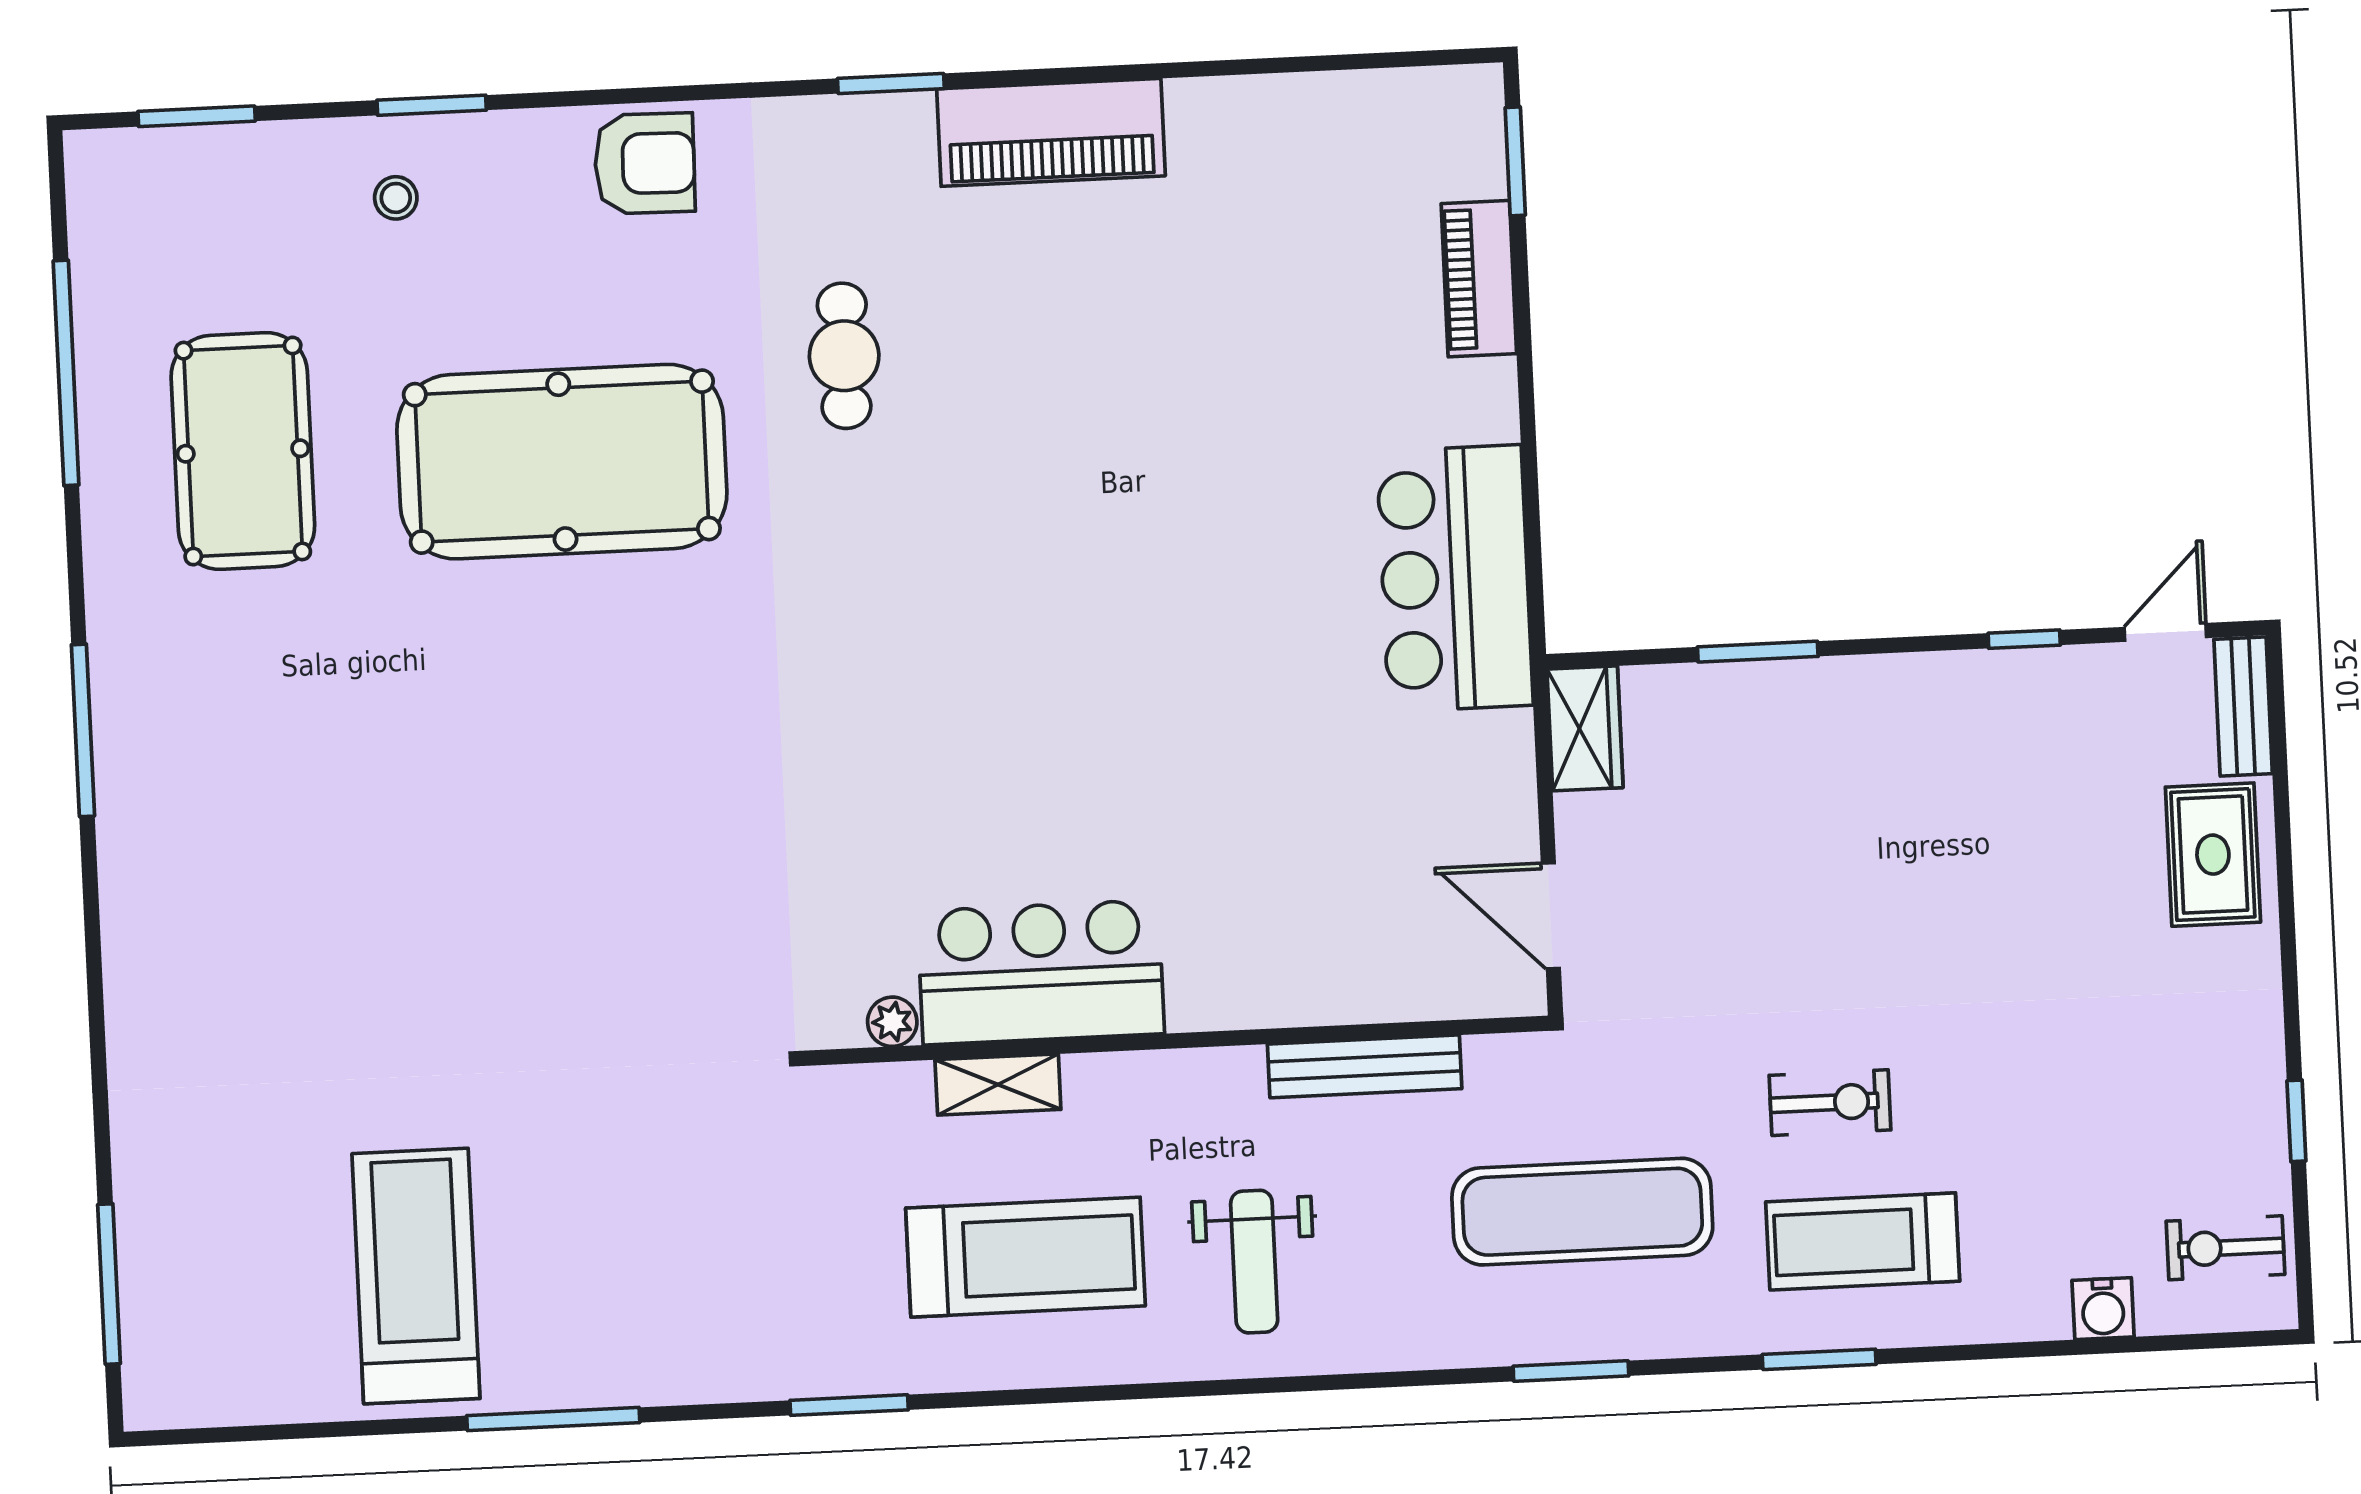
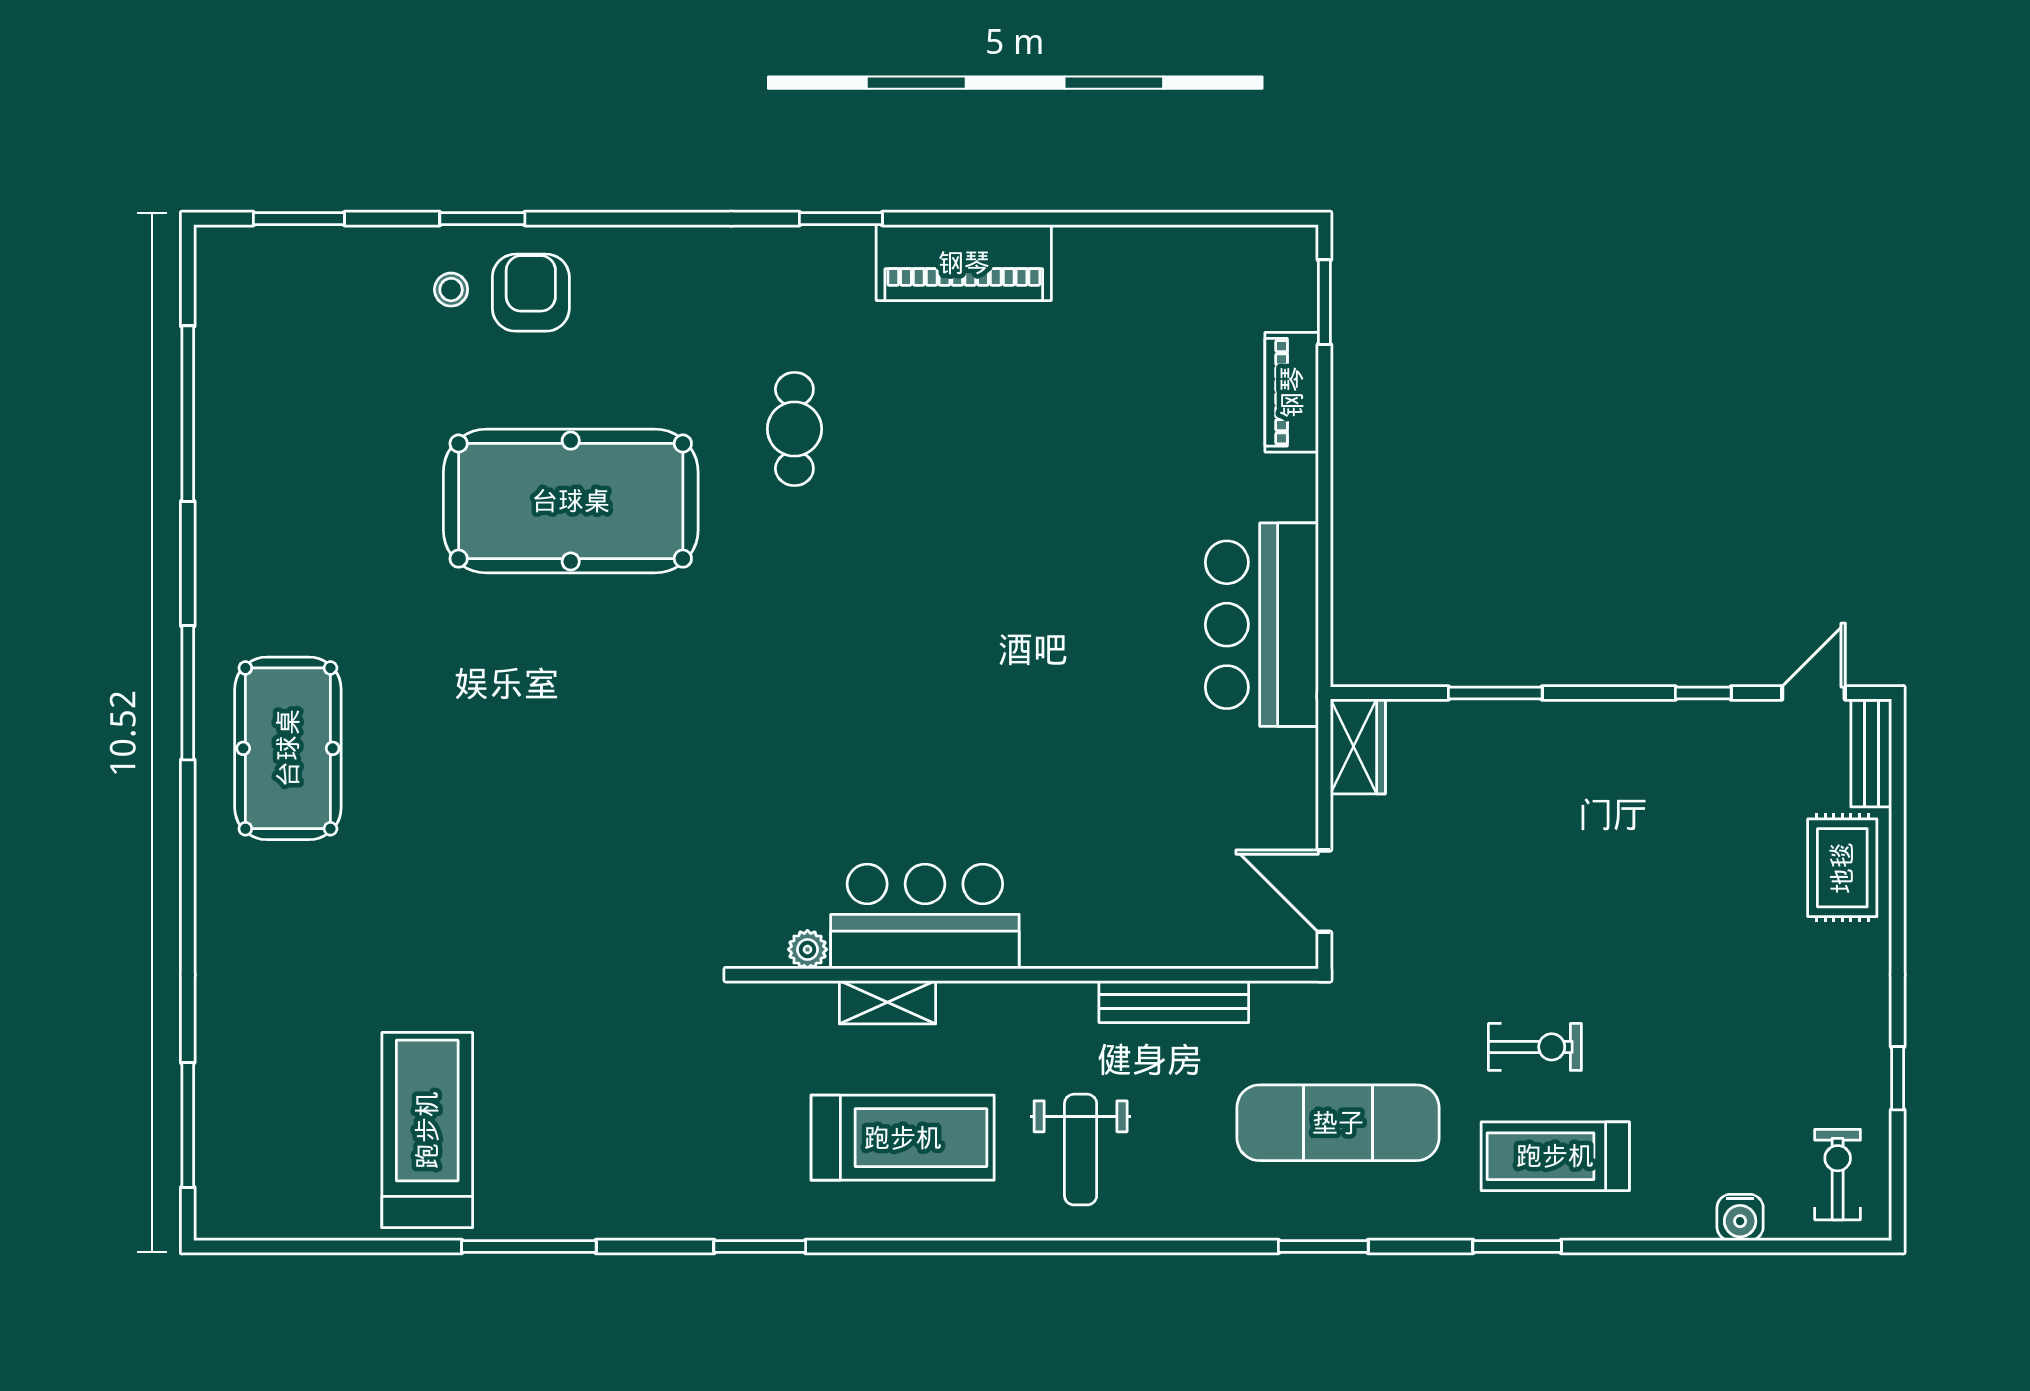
armchair: (645, 163) -> (531, 293), moved, turned -91
pool table: (243, 451) -> (288, 748), moved
exercise bike: (2225, 1248) -> (1838, 1175), turned 90

